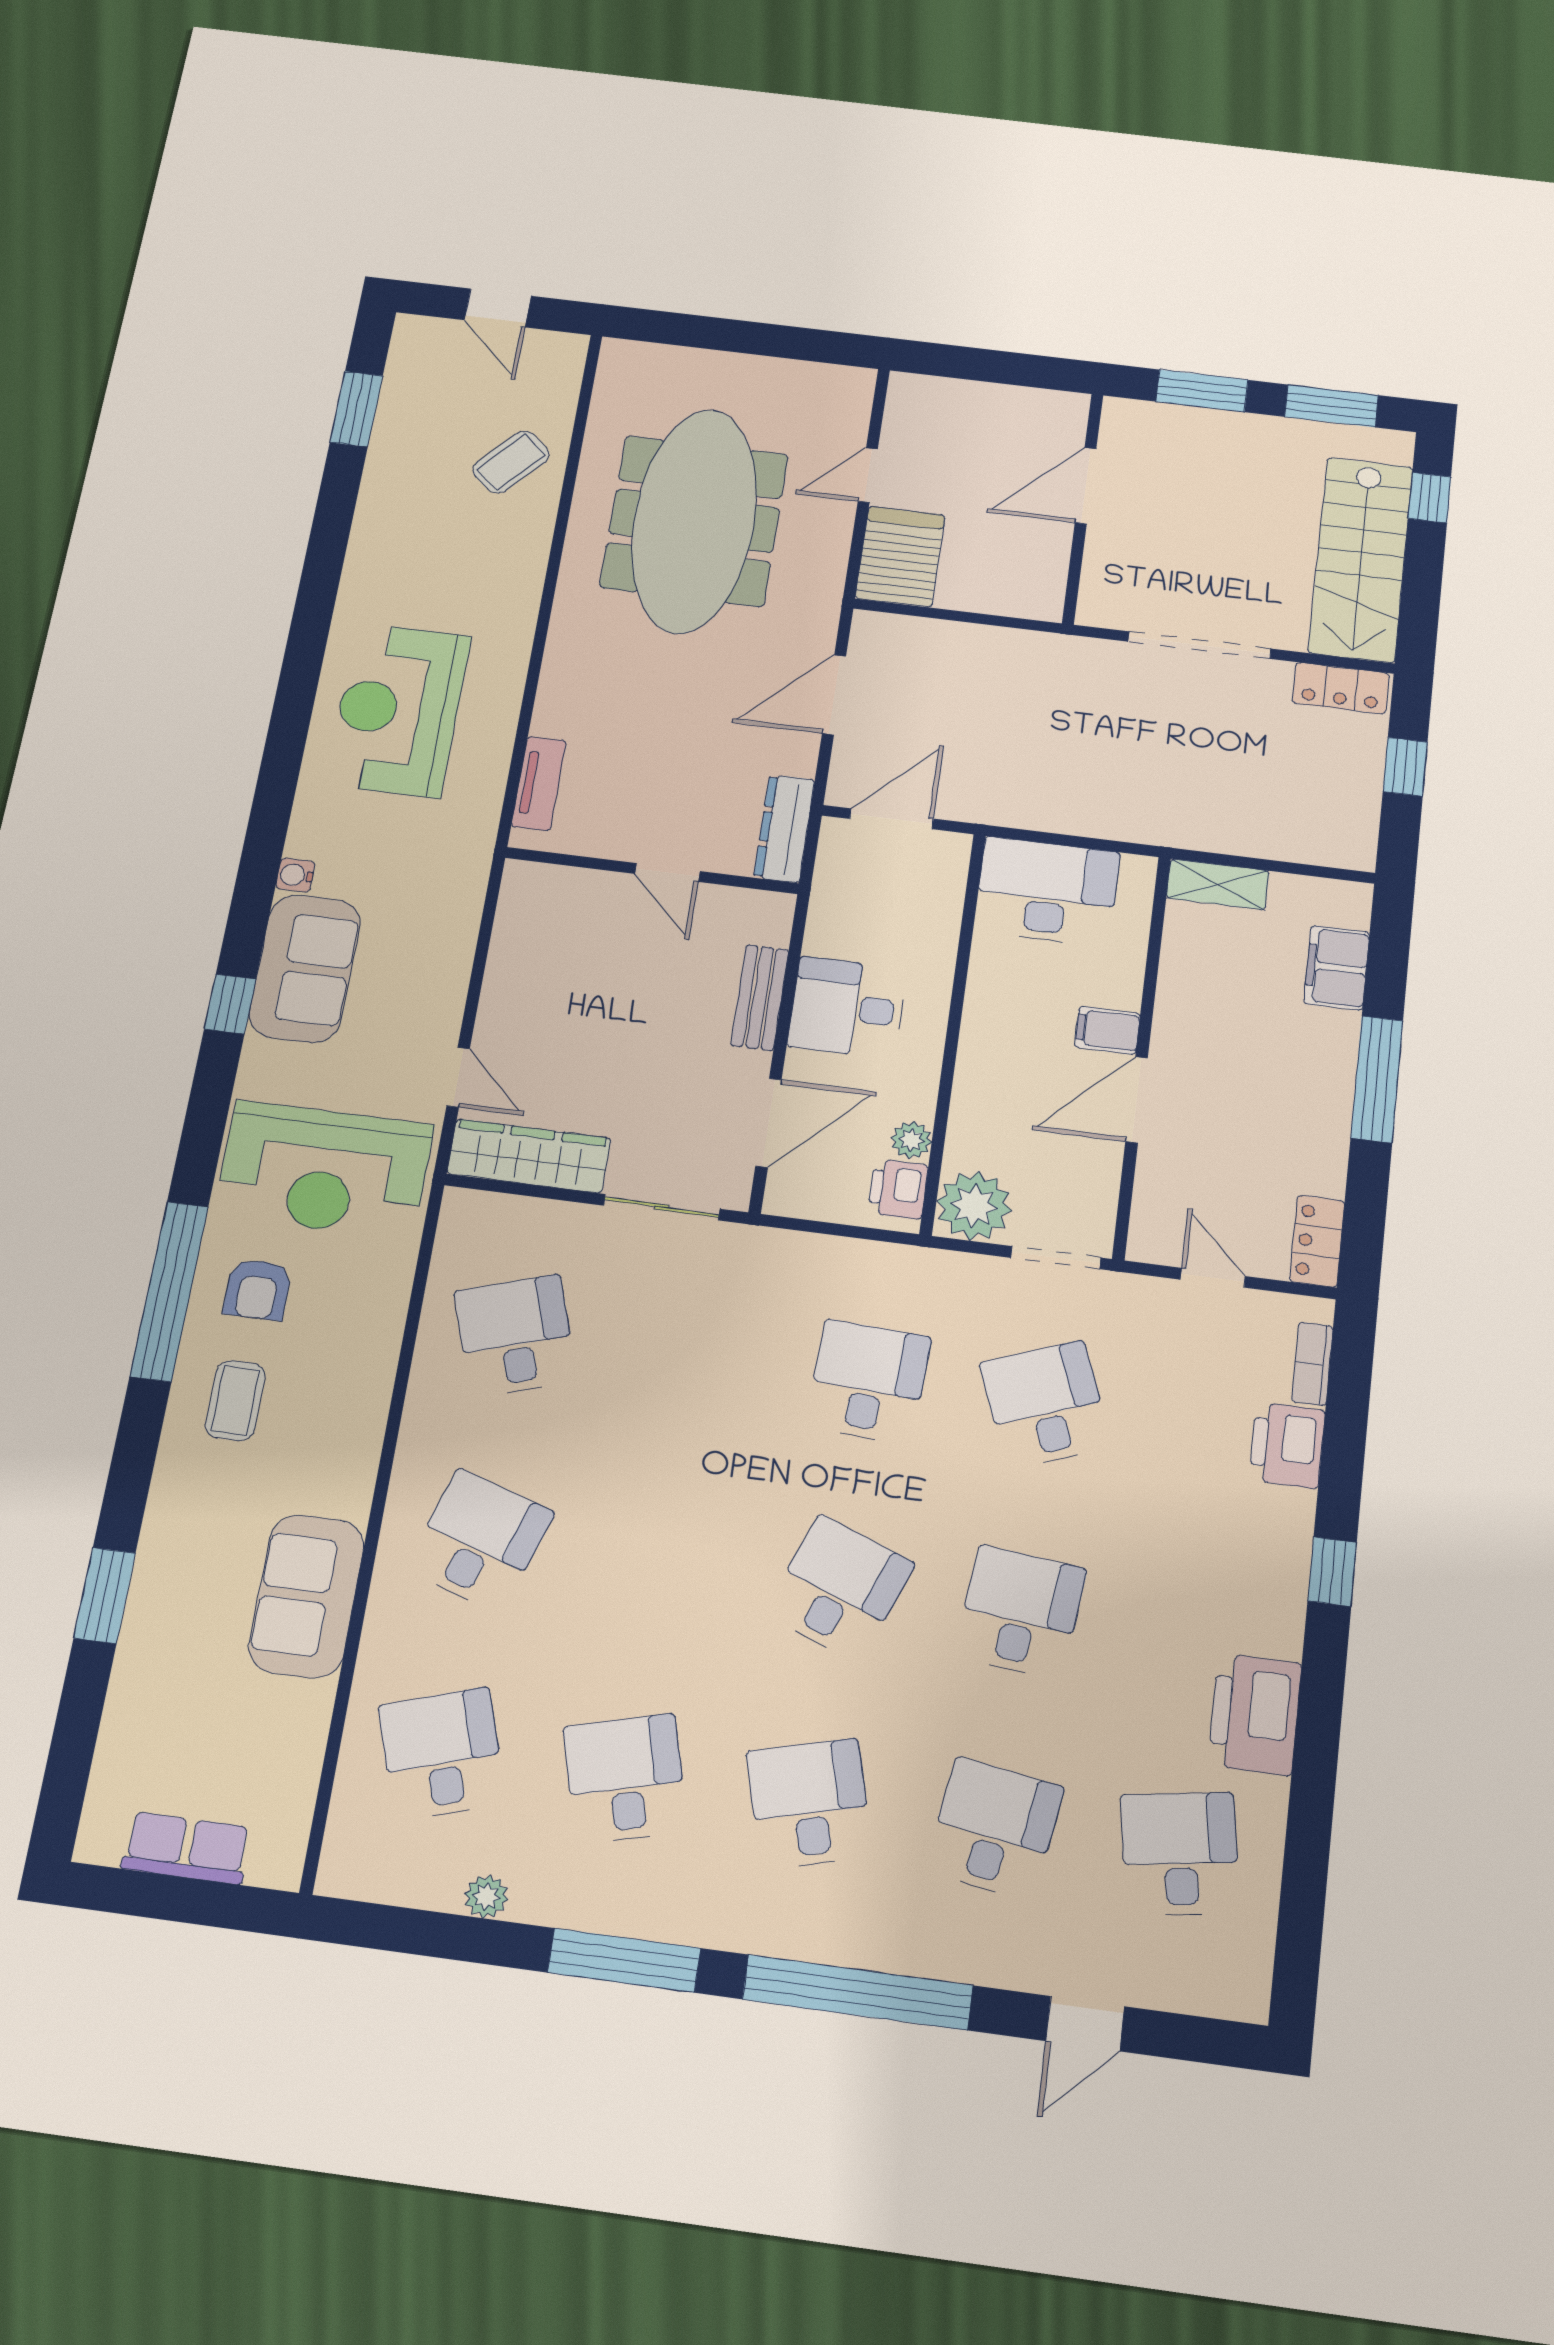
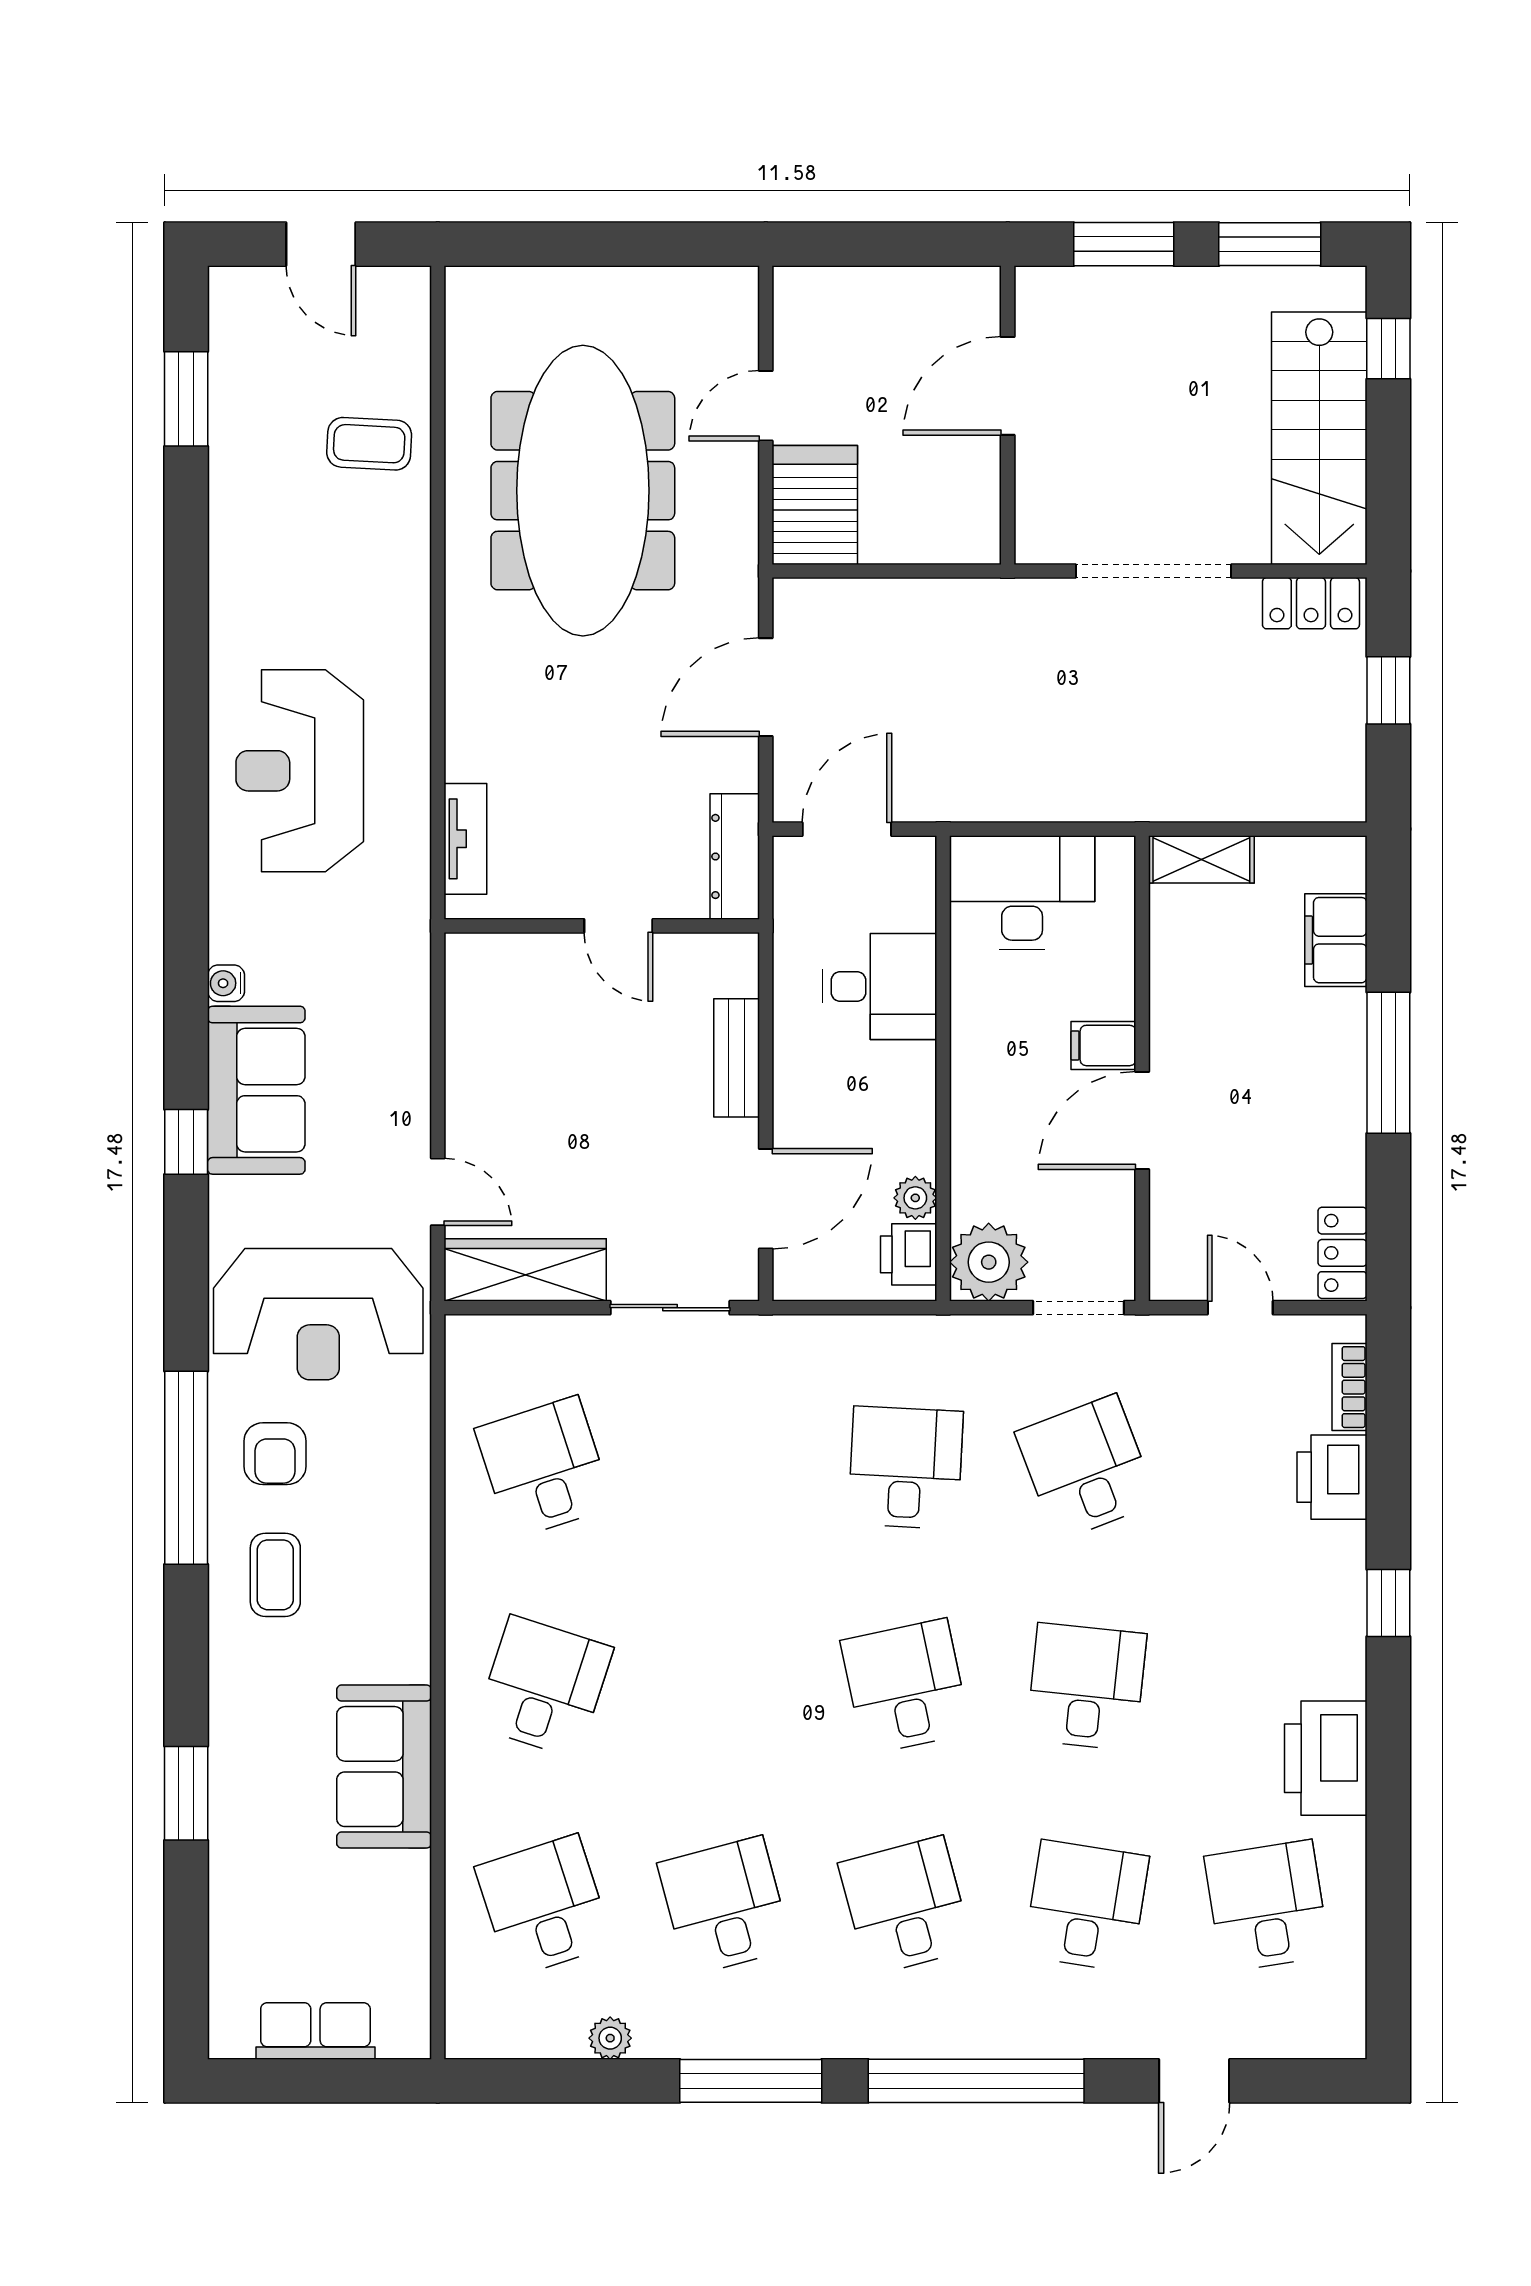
coffee table: (511, 462) -> (369, 444), turned 52
desk: (847, 1008) -> (879, 986), moved, turned 180
desk: (839, 1588) -> (906, 1687), turned -33

